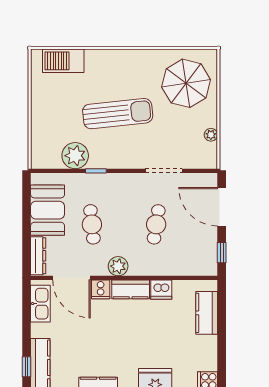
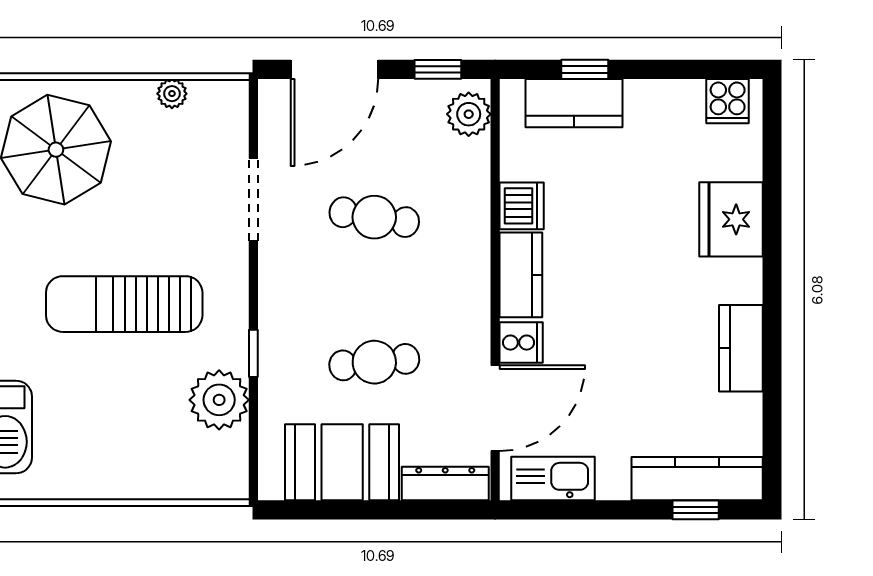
sun lounger: (118, 114) -> (124, 304), turned -84
plant: (118, 266) -> (469, 114), moved
window: (222, 318) -> (585, 69), added

